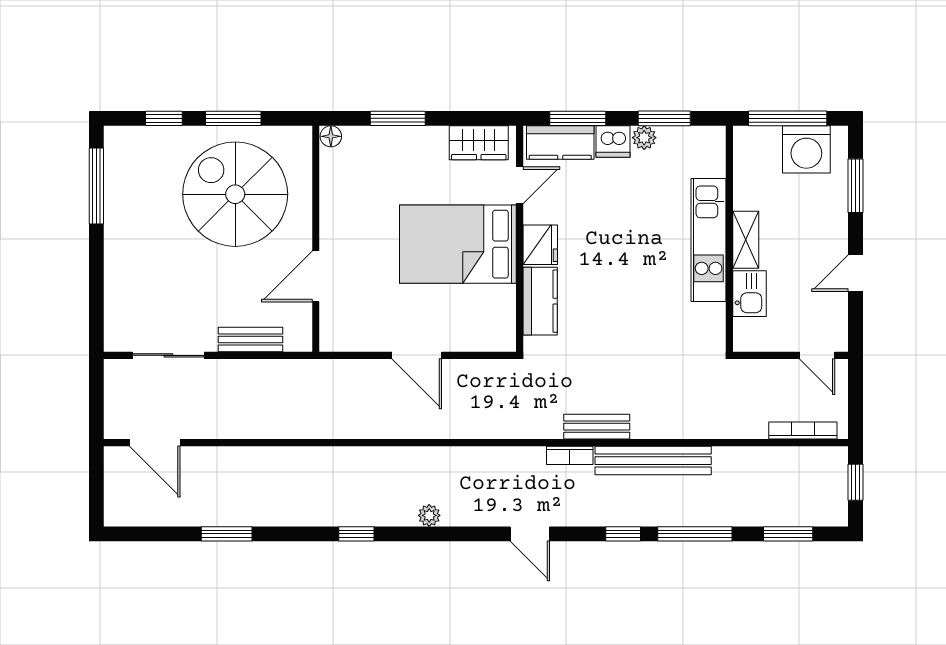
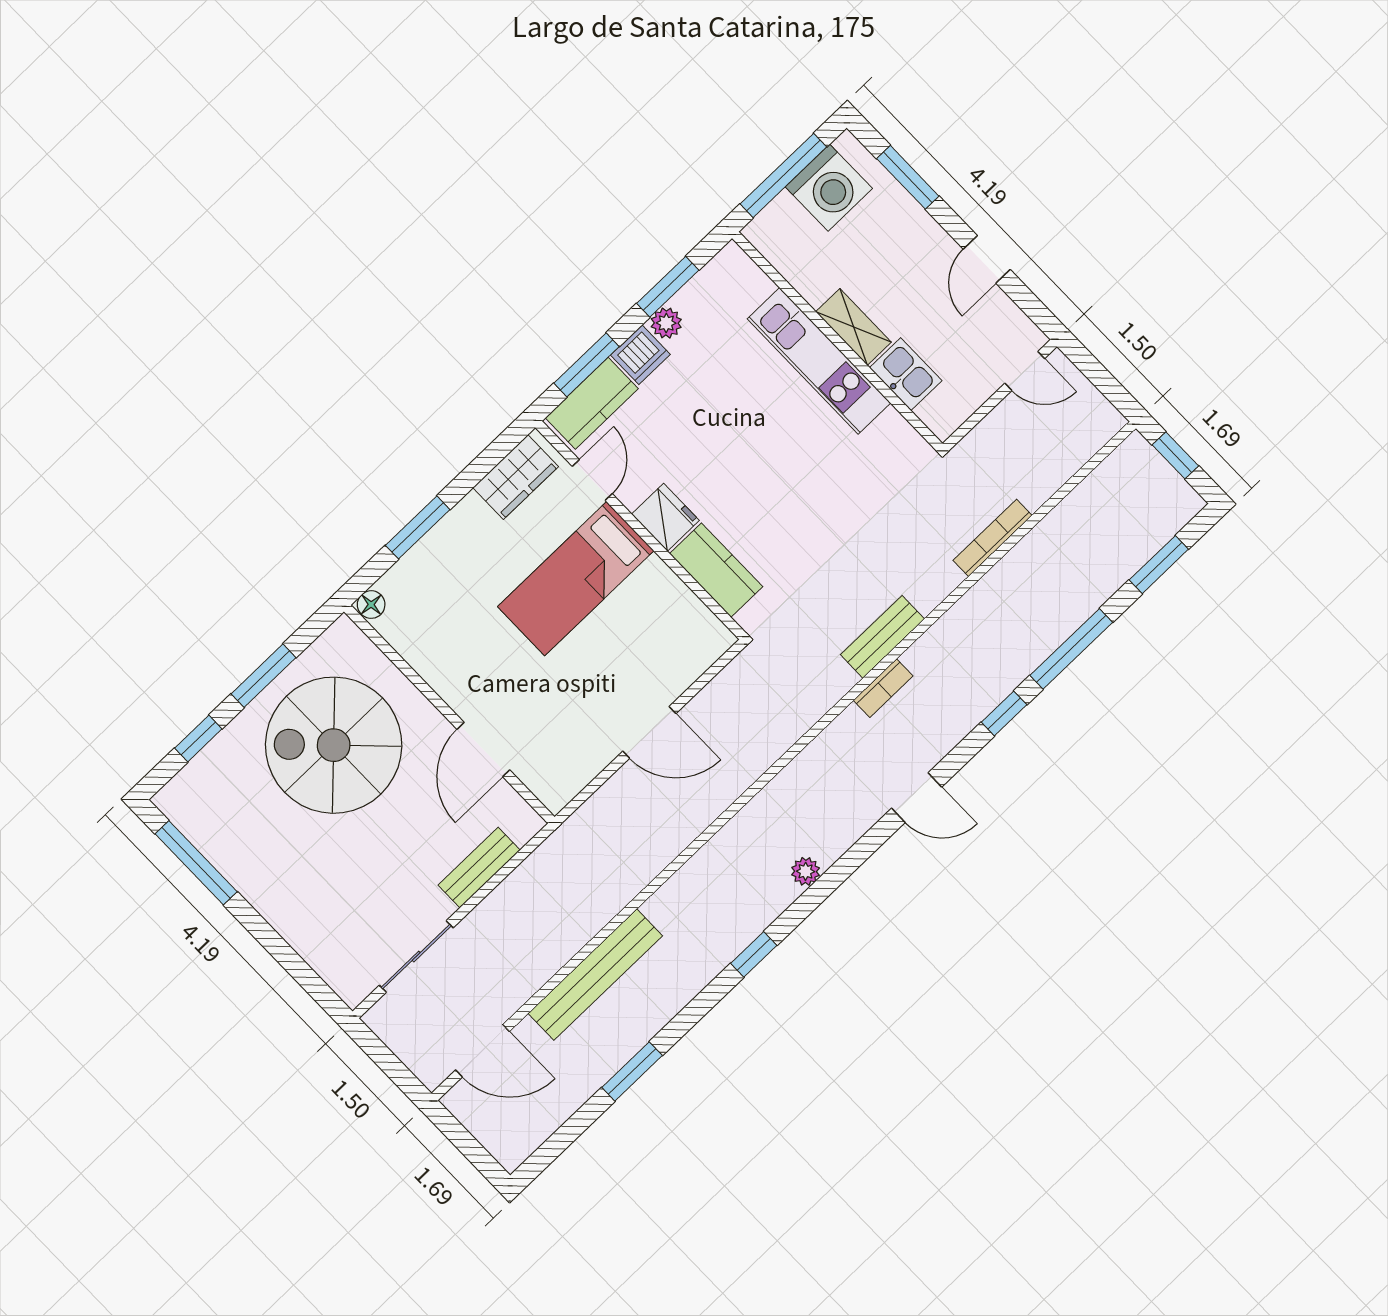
bed: (458, 244) -> (576, 579), width x0.67
bookcase: (803, 430) -> (993, 538), moved
bench: (653, 461) -> (595, 975), moved

